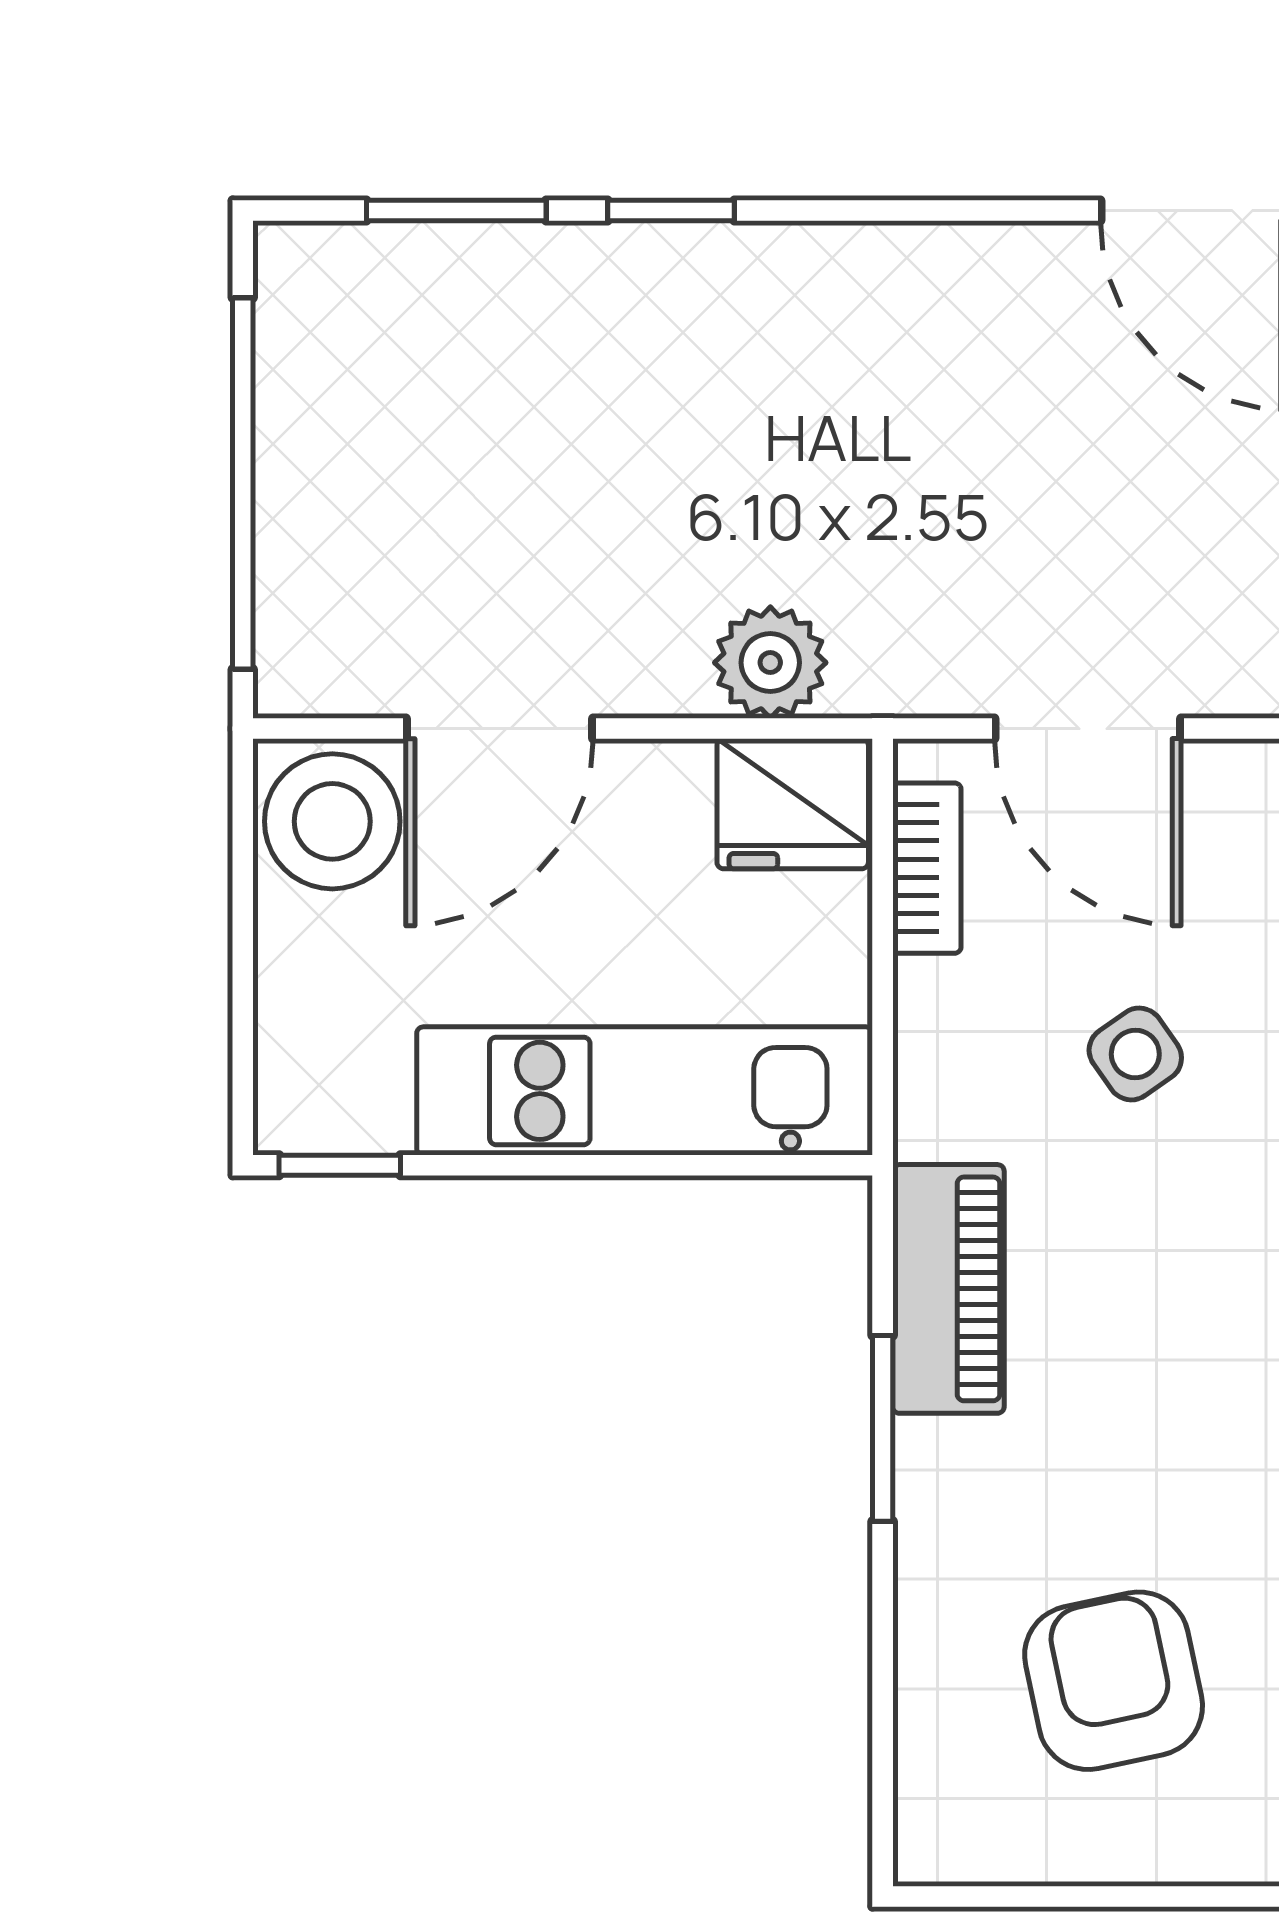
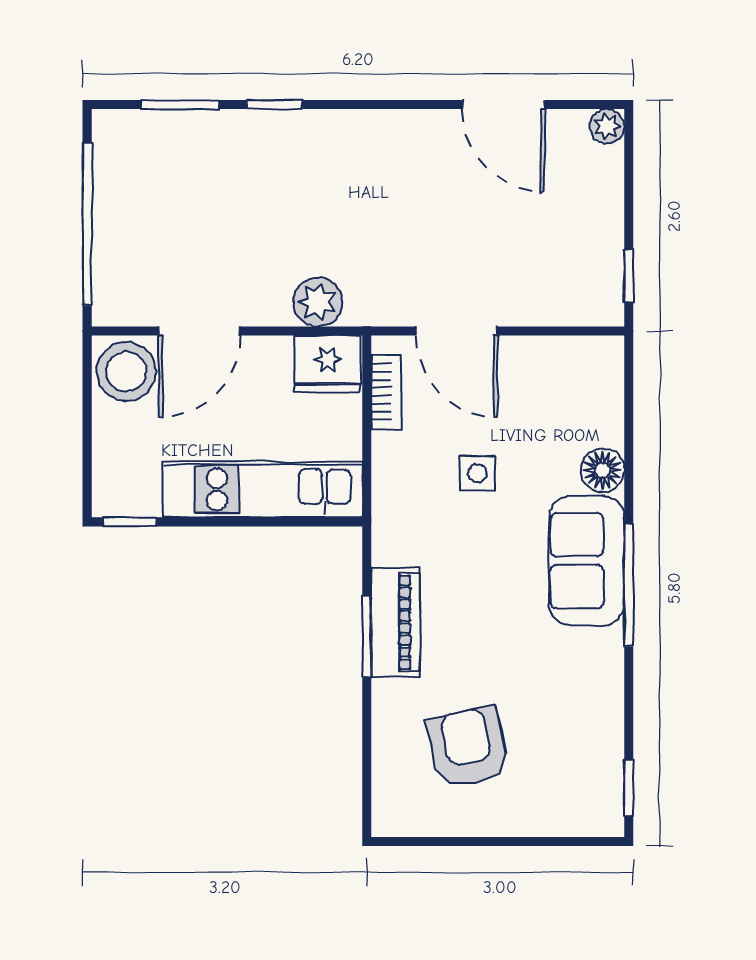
side table: (1135, 1054) -> (477, 473), turned 35
piano: (948, 1289) -> (396, 622), moved

